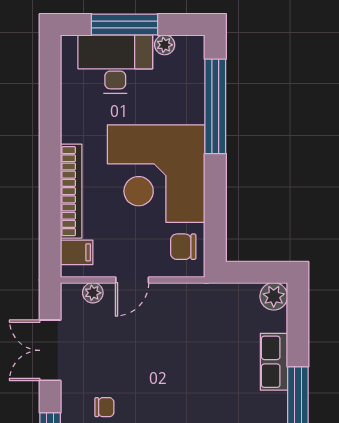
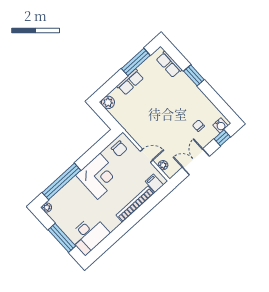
plant: (165, 45) -> (47, 207), moved
desk: (115, 64) -> (89, 235), moved, turned -90
corner desk: (156, 174) -> (99, 176), width x0.74, depth x0.74
double door: (50, 350) -> (196, 162), swing flipped

